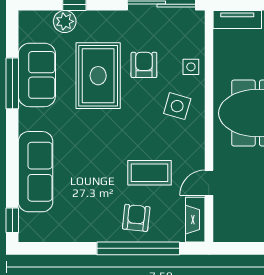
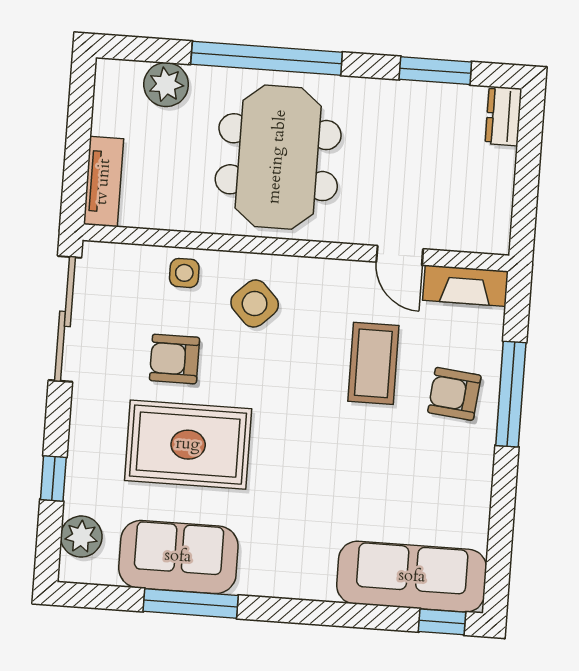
plant: (65, 21) -> (81, 537), moved
side table: (177, 106) -> (255, 304), turned 30
sofa: (36, 172) -> (412, 577), moved
window: (138, 248) -> (511, 394), width x0.68

